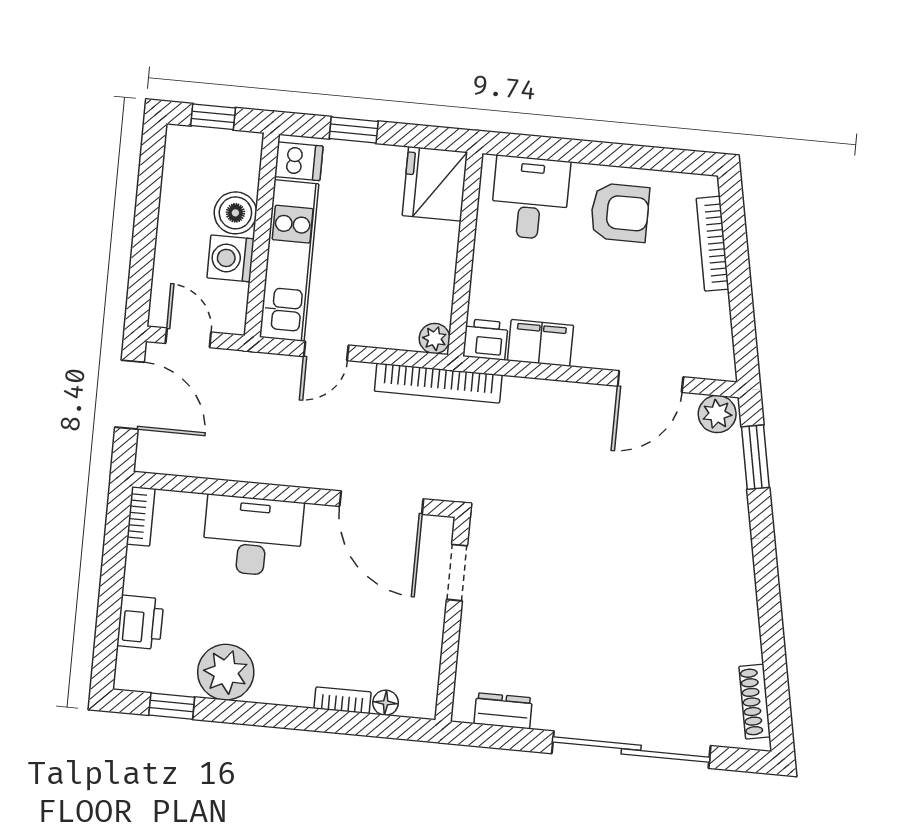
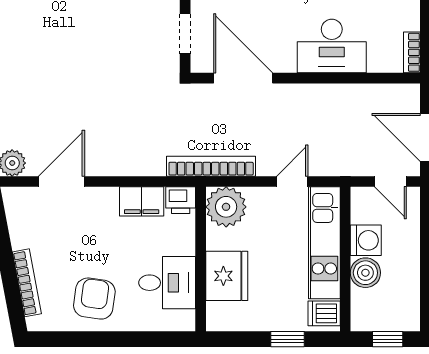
fridge: (435, 184) -> (227, 276), moved
desk: (530, 198) -> (167, 283), moved, turned -90
armchair: (620, 213) -> (94, 299), turned 98
plant: (435, 338) -> (226, 207), width x1.87, depth x1.87

